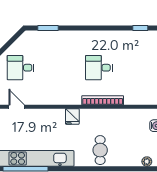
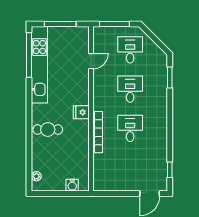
desk: (60, 68) -> (130, 89), added
door: (17, 107) -> (91, 61), moved
fridge: (72, 117) -> (81, 112), moved

